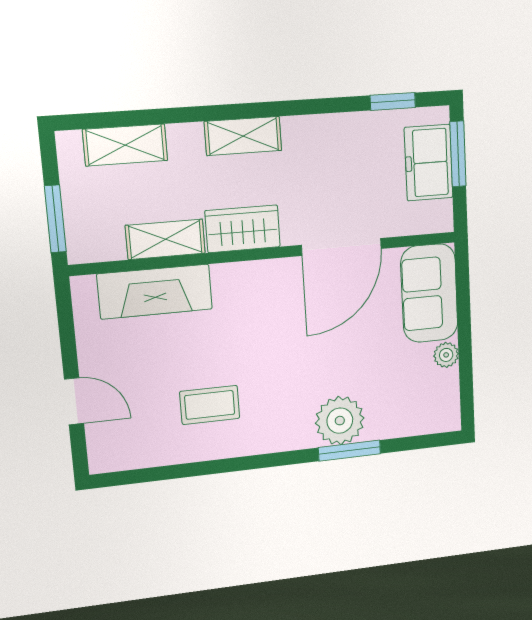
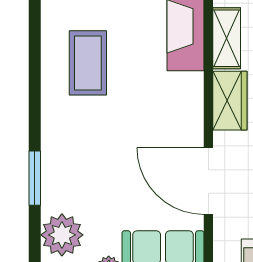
coffee table: (210, 405) -> (88, 63), width x1.36, depth x1.30
plant: (340, 421) -> (62, 235), moved

